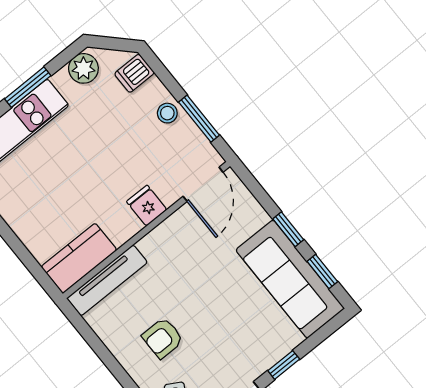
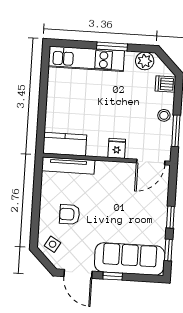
sofa: (290, 279) -> (130, 259), moved, turned 90

